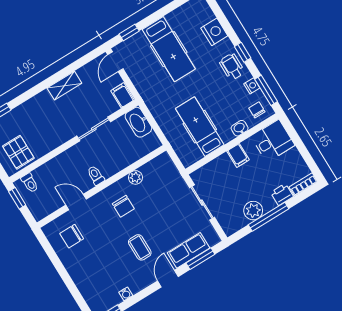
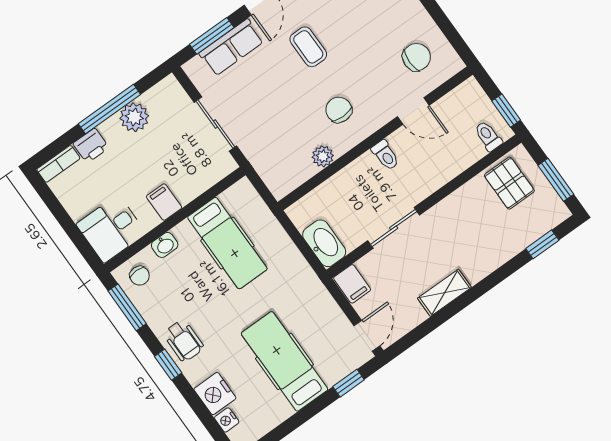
nightstand: (252, 86) -> (227, 420), moved

